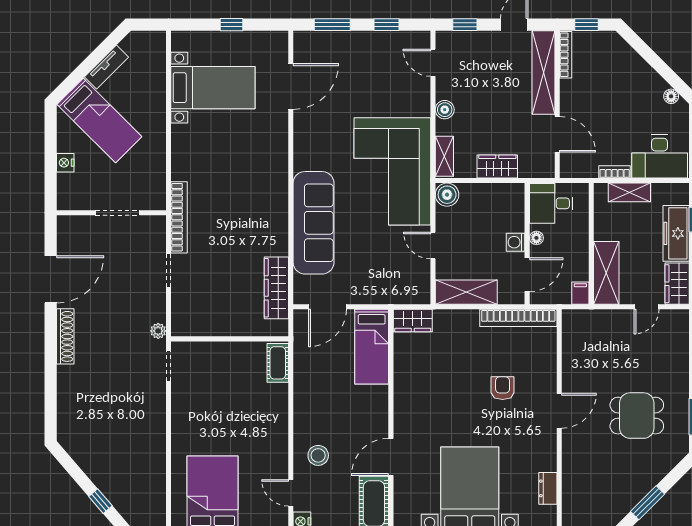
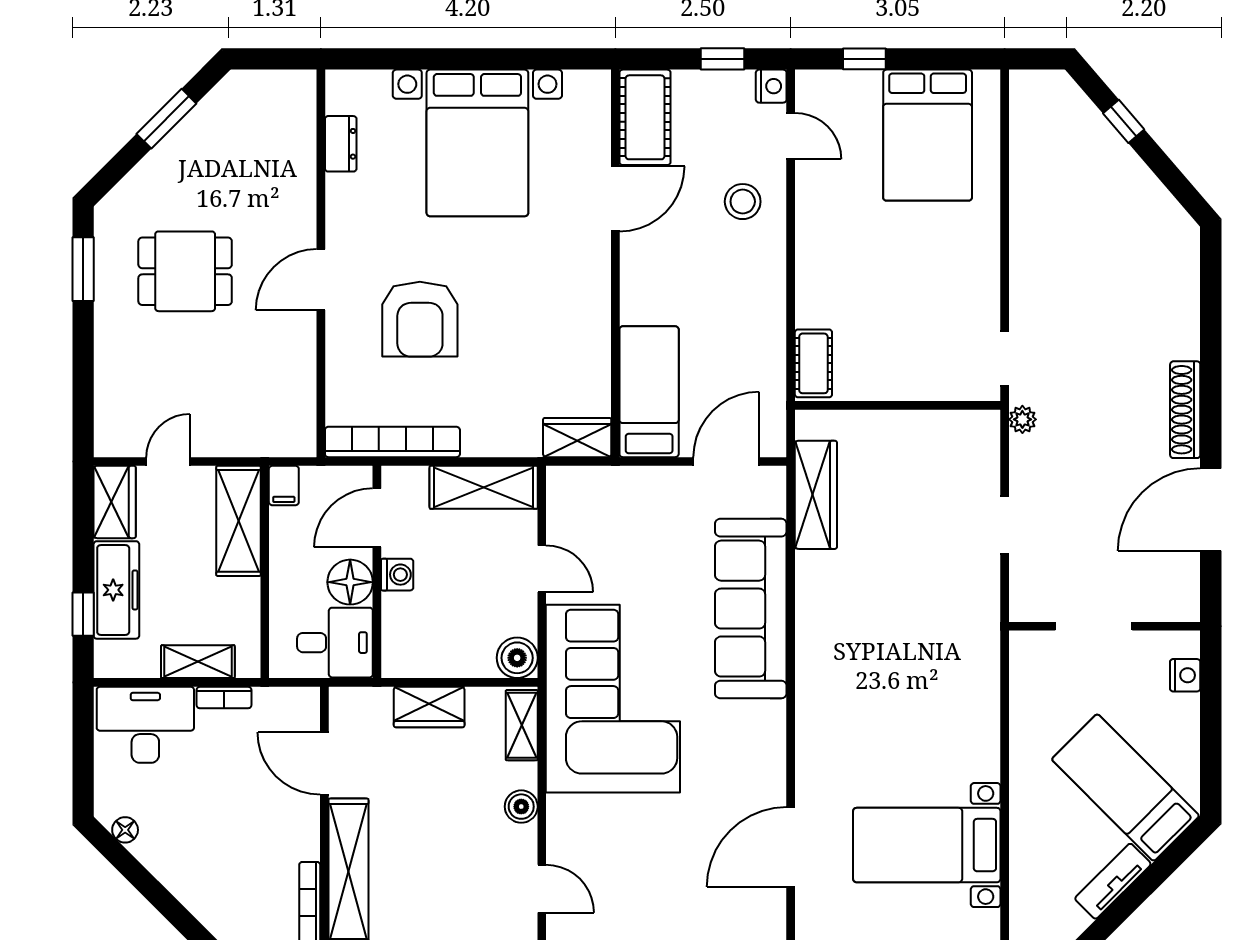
nightstand: (65, 163) -> (1185, 675), moved
bookcase: (179, 217) -> (986, 618), removed
floor lamp: (536, 238) -> (350, 582), width x1.89, depth x1.89
armchair: (503, 388) -> (420, 319), width x1.88, depth x1.88

